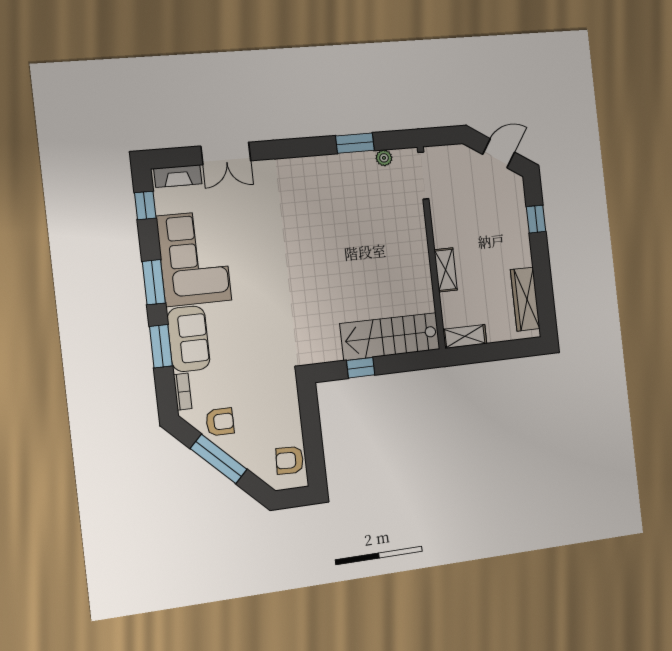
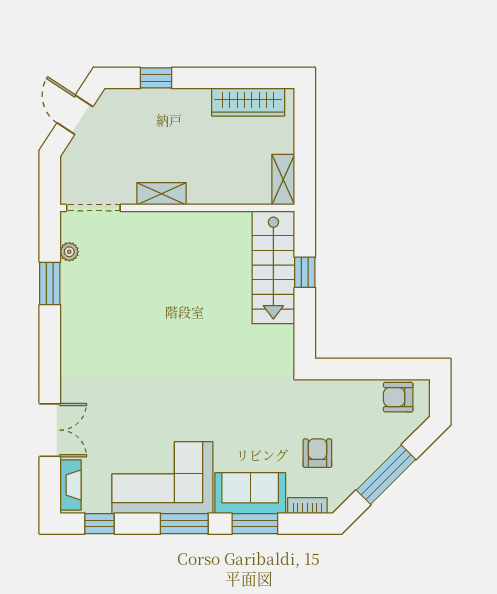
shelving: (446, 270) -> (161, 194), moved
window: (361, 368) -> (305, 272), moved
armchair: (220, 422) -> (317, 453), moved
armchair: (290, 460) -> (398, 397), turned 87

